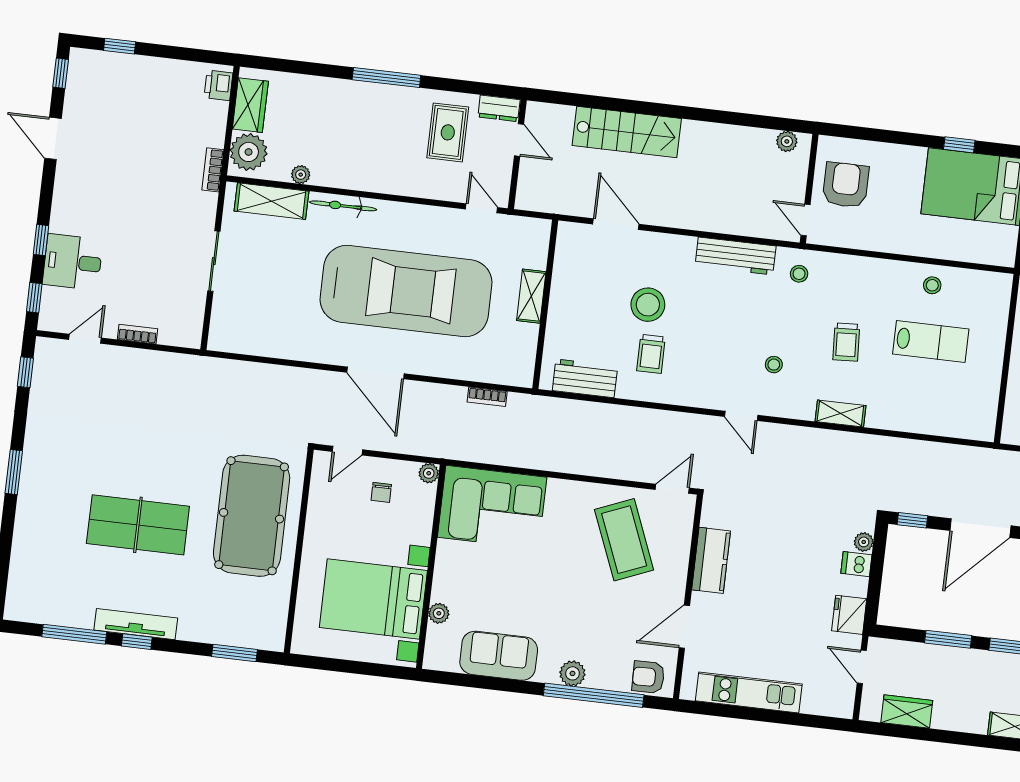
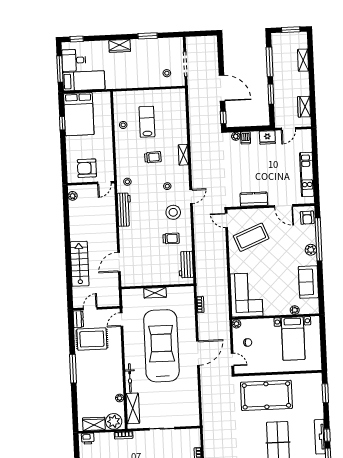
rug: (448, 132) -> (92, 339), width x1.36, depth x1.43
stool: (648, 305) -> (173, 212), moved
bed with nightstands: (373, 599) -> (293, 339), width x0.73

